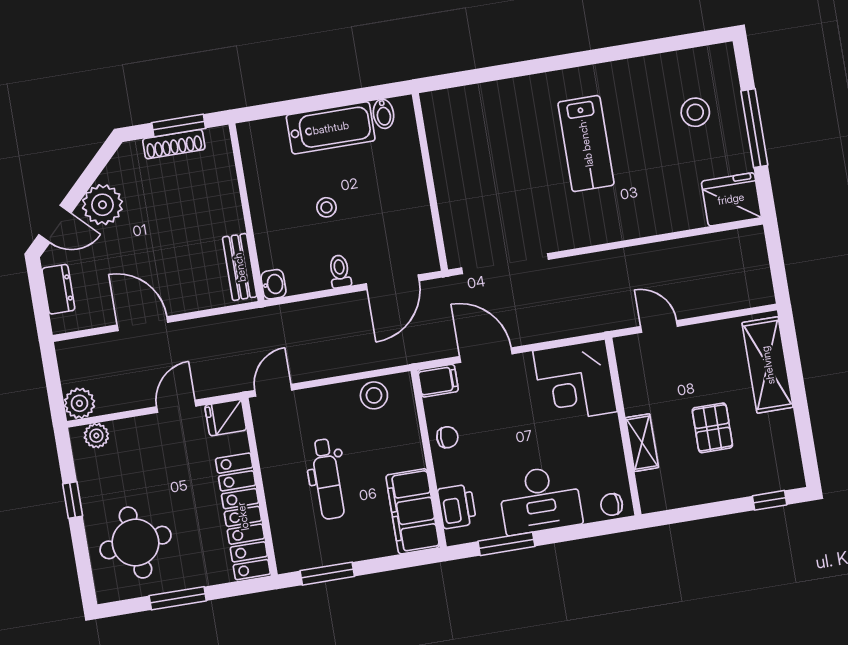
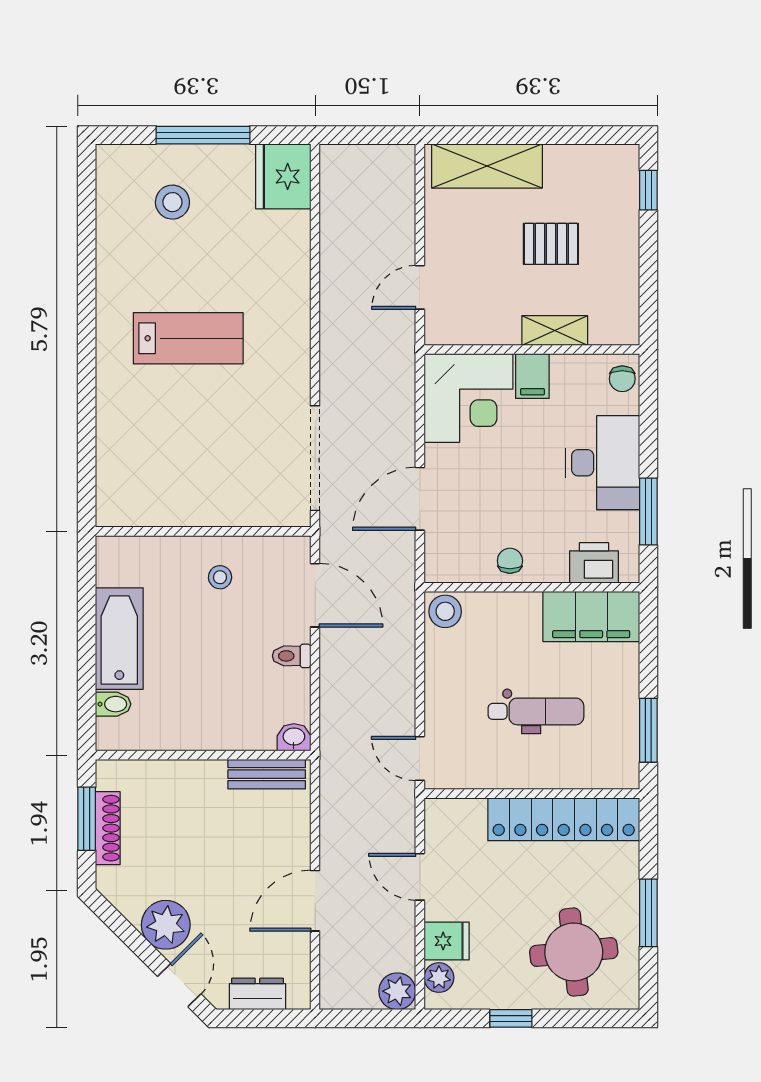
bidet: (384, 114) -> (113, 704), moved
stool: (326, 207) -> (220, 577), moved
filing cabinet: (438, 381) -> (532, 376), moved, turned 180
stool: (374, 395) -> (445, 611), moved
fridge: (226, 418) -> (447, 941), moved, turned -90

